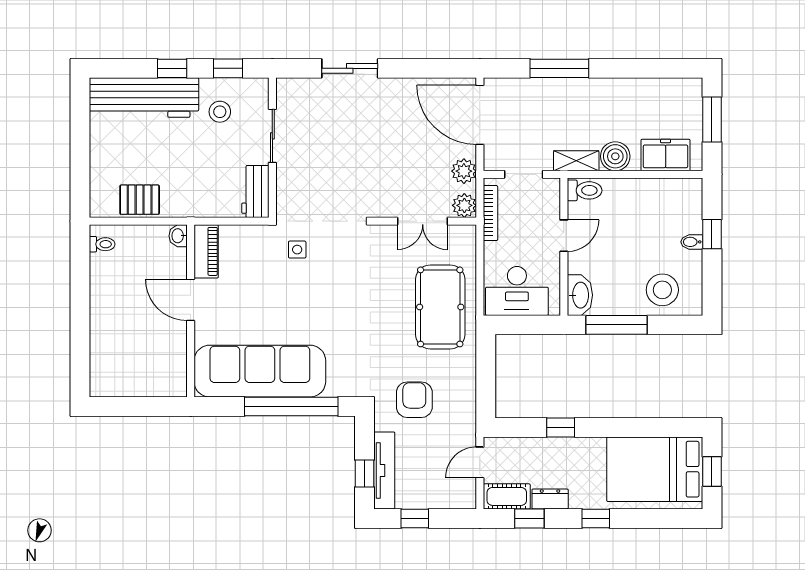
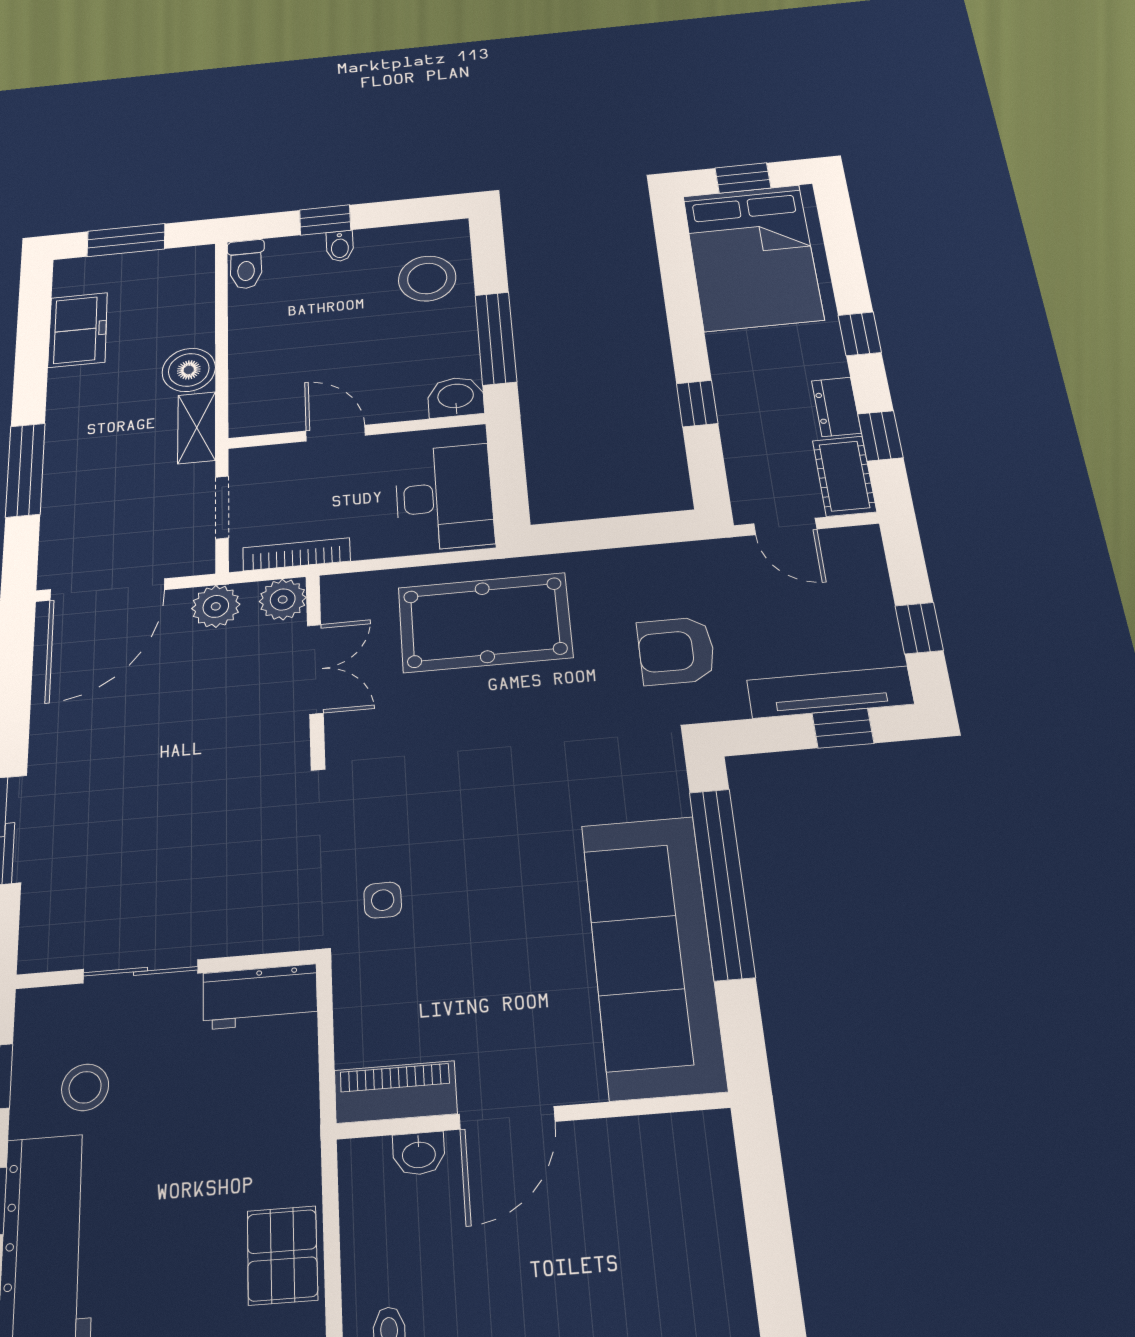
freezer: (666, 155) -> (78, 330), moved, turned 180
toilet: (585, 190) -> (246, 264), moved, turned 180
washbasin: (178, 236) -> (419, 1154), moved
washbasin: (580, 295) -> (456, 397), width x0.72

